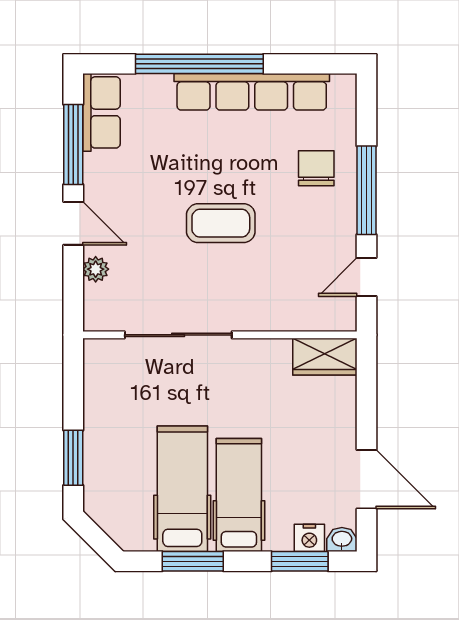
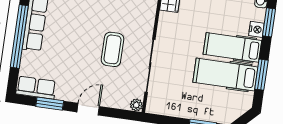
window: (73, 144) -> (50, 104), width x0.69
coffee table: (221, 223) -> (113, 49), moved
plant: (96, 269) -> (136, 105), moved
nightstand: (309, 538) -> (256, 29), moved

